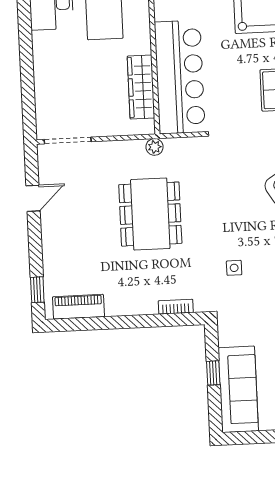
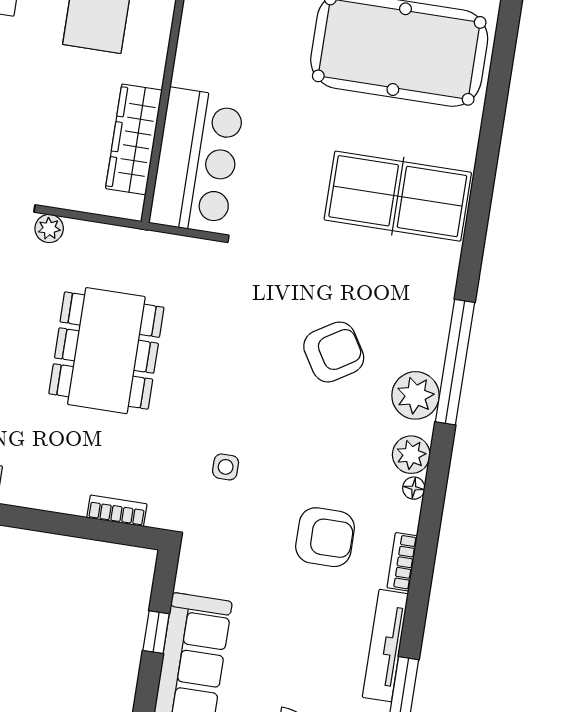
bar counter: (180, 77) -> (197, 161), width x0.73
plant: (155, 147) -> (49, 228), moved

